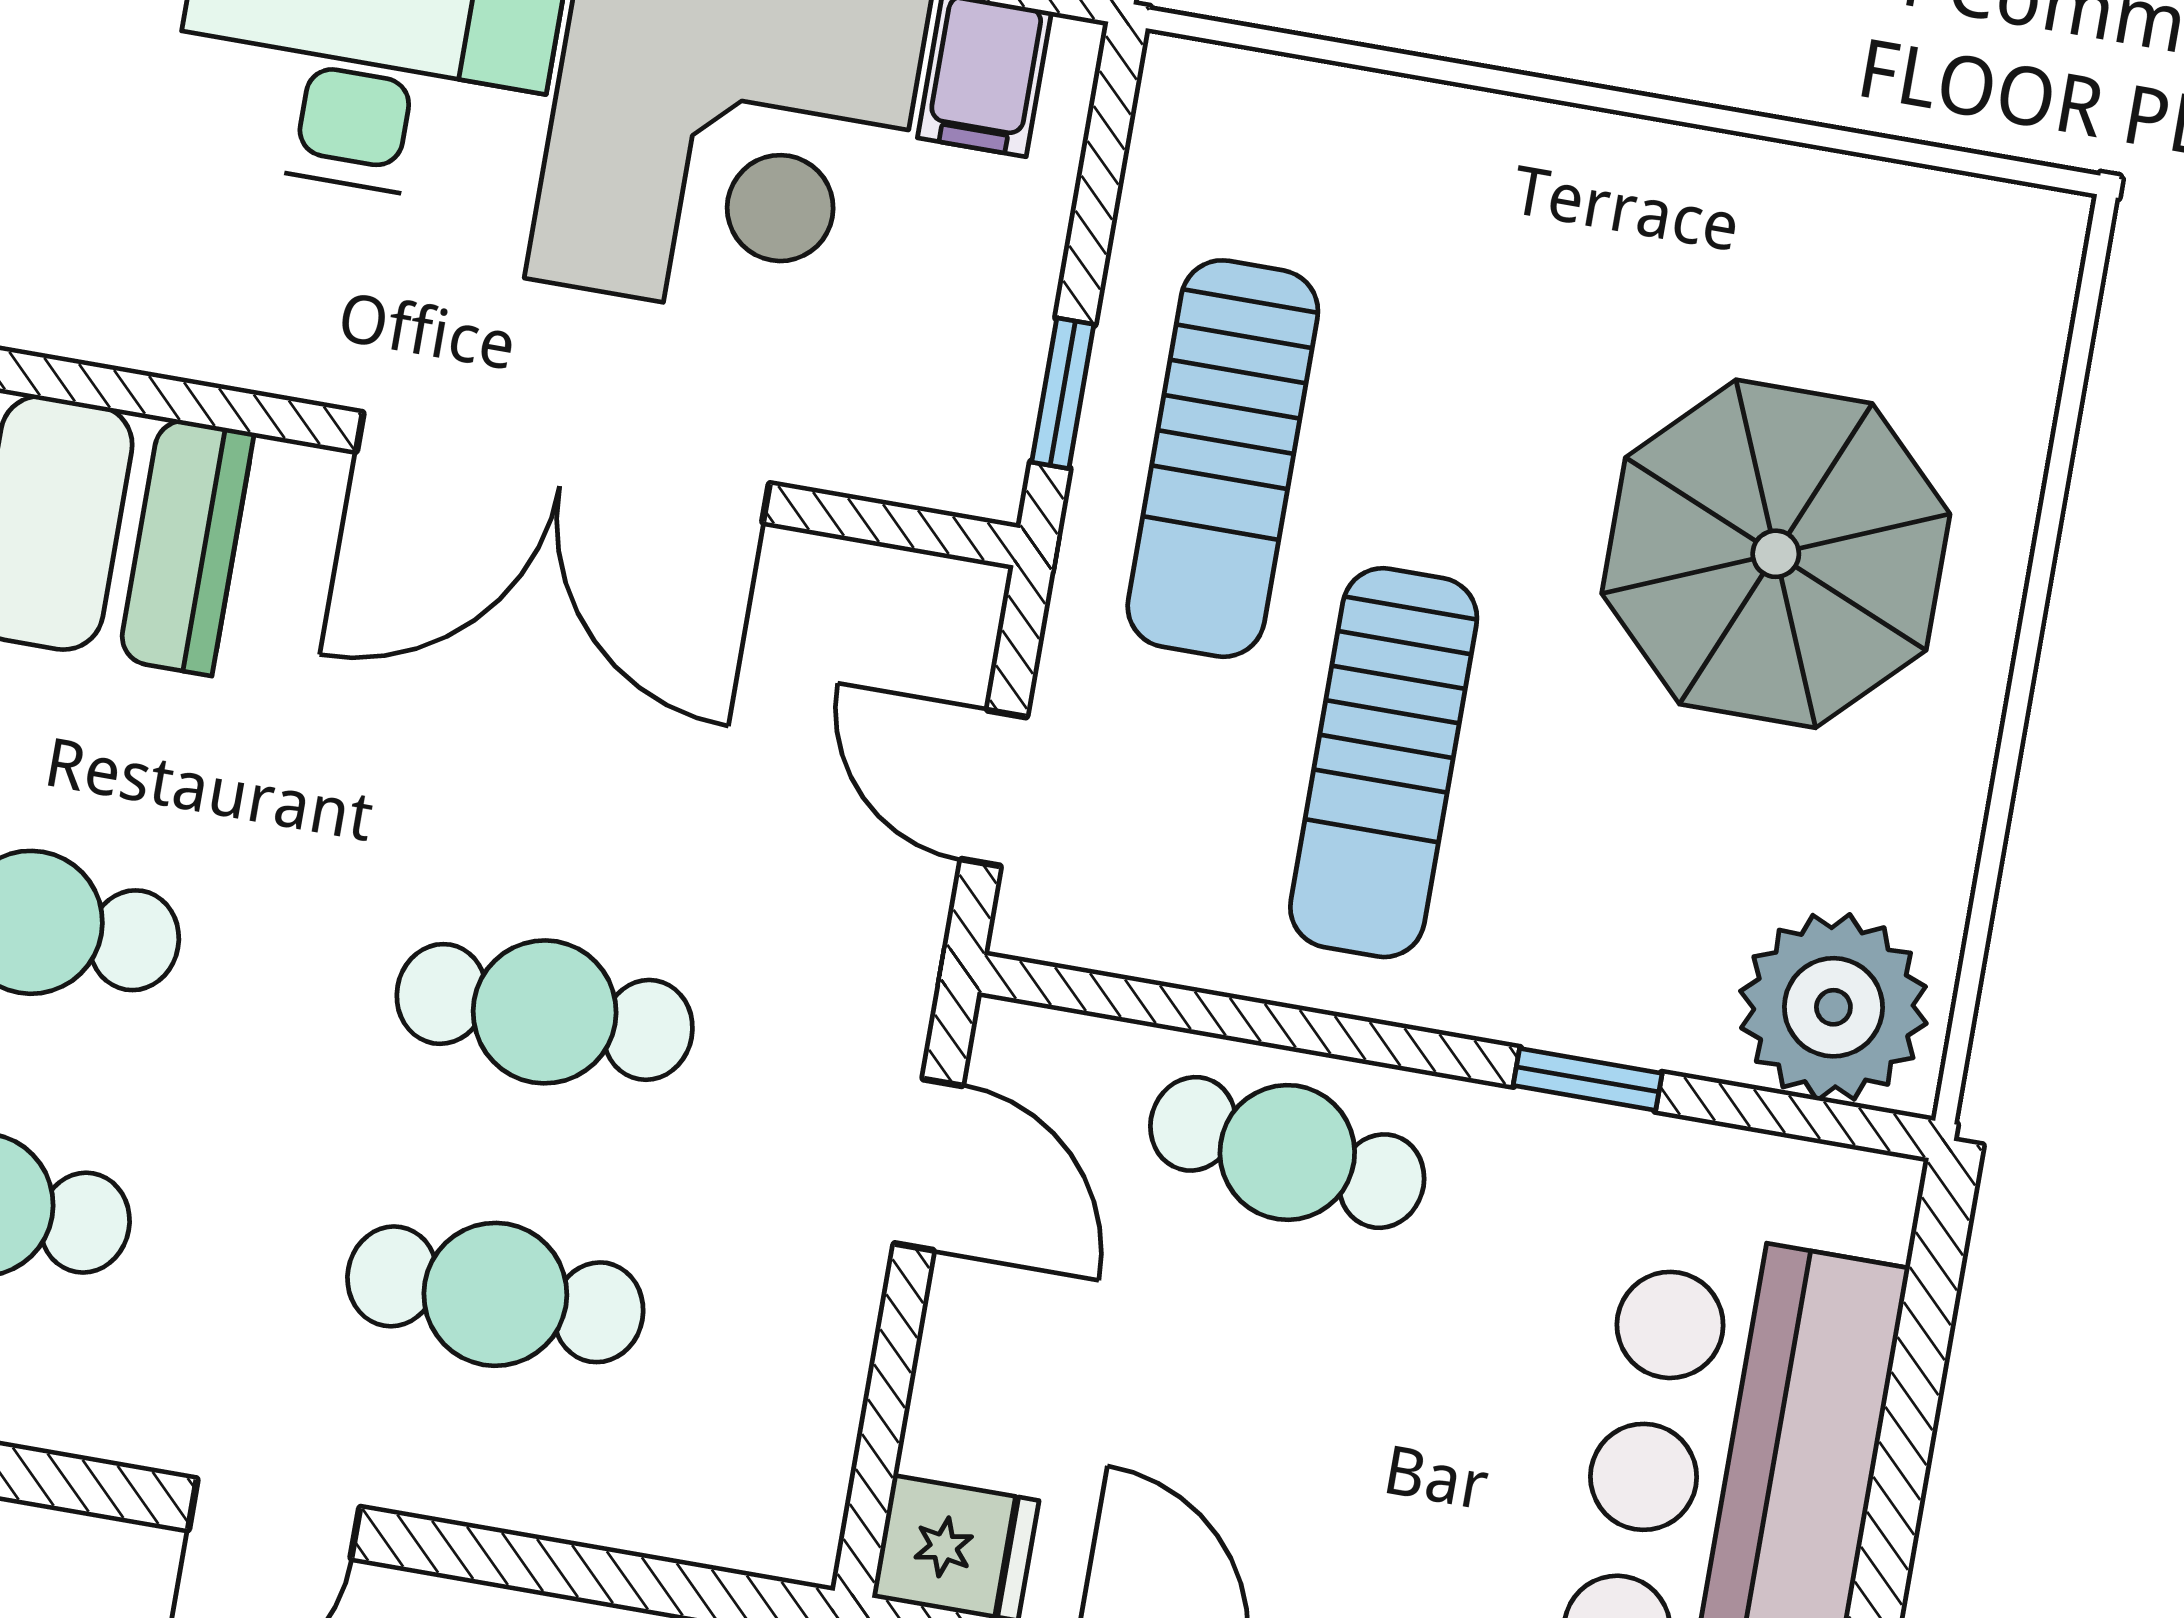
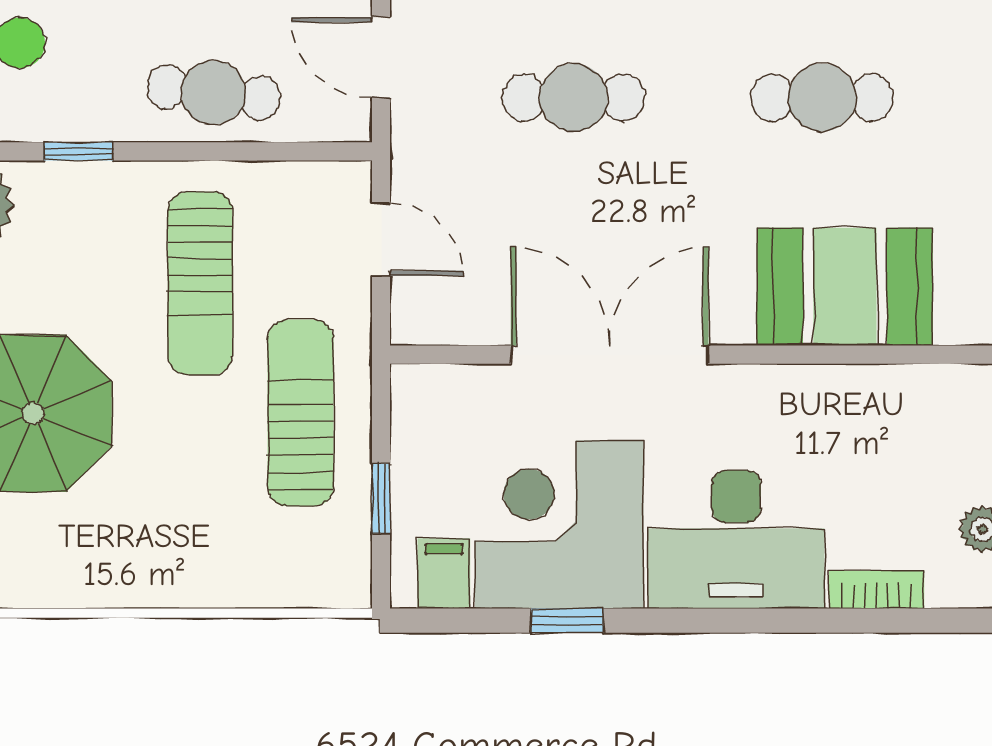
window: (1063, 393) -> (381, 498), moved
sun lounger: (1384, 763) -> (200, 283), turned 180

